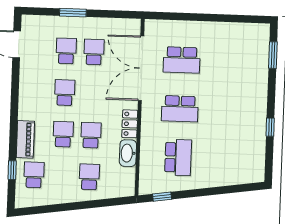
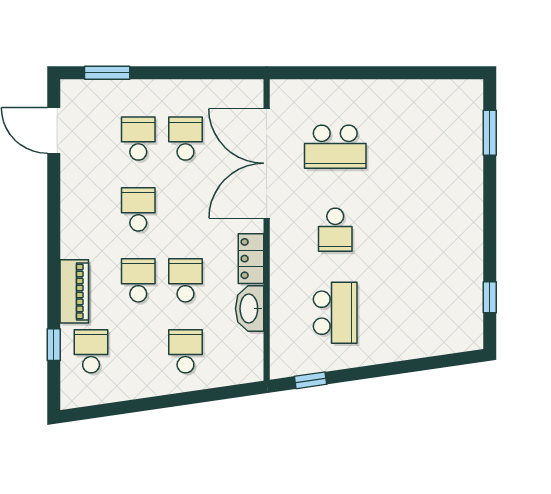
window: (73, 13) -> (107, 73), moved
school desk: (180, 109) -> (335, 230), width x0.54
window: (270, 127) -> (490, 297), moved

